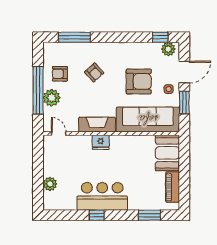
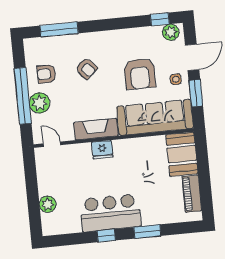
armchair: (139, 81) -> (140, 74), turned 90
window: (149, 215) -> (147, 232), moved

